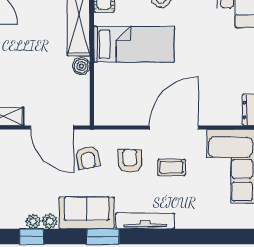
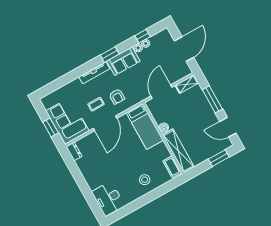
bed: (134, 44) -> (145, 127), moved, turned -90
door: (52, 127) -> (161, 92), hinge flipped
armchair: (88, 158) -> (137, 87), removed

